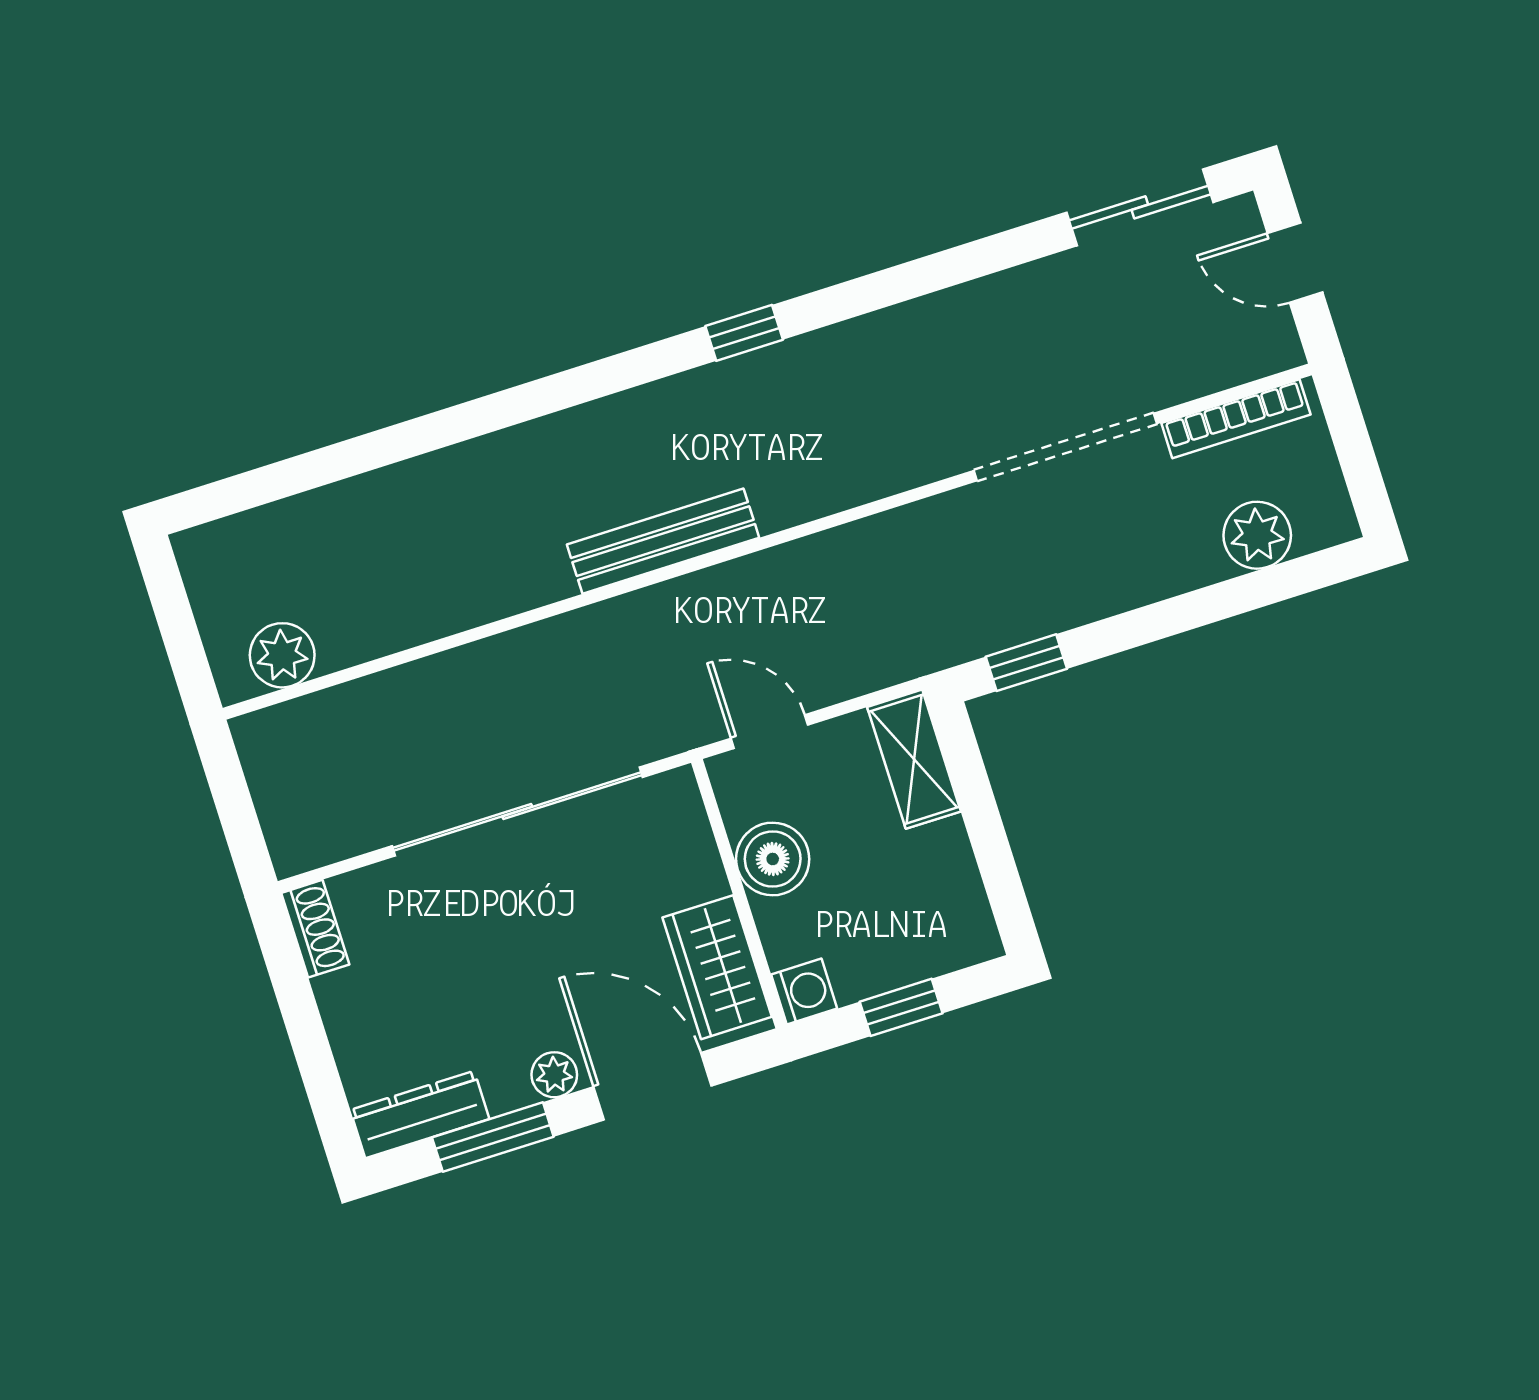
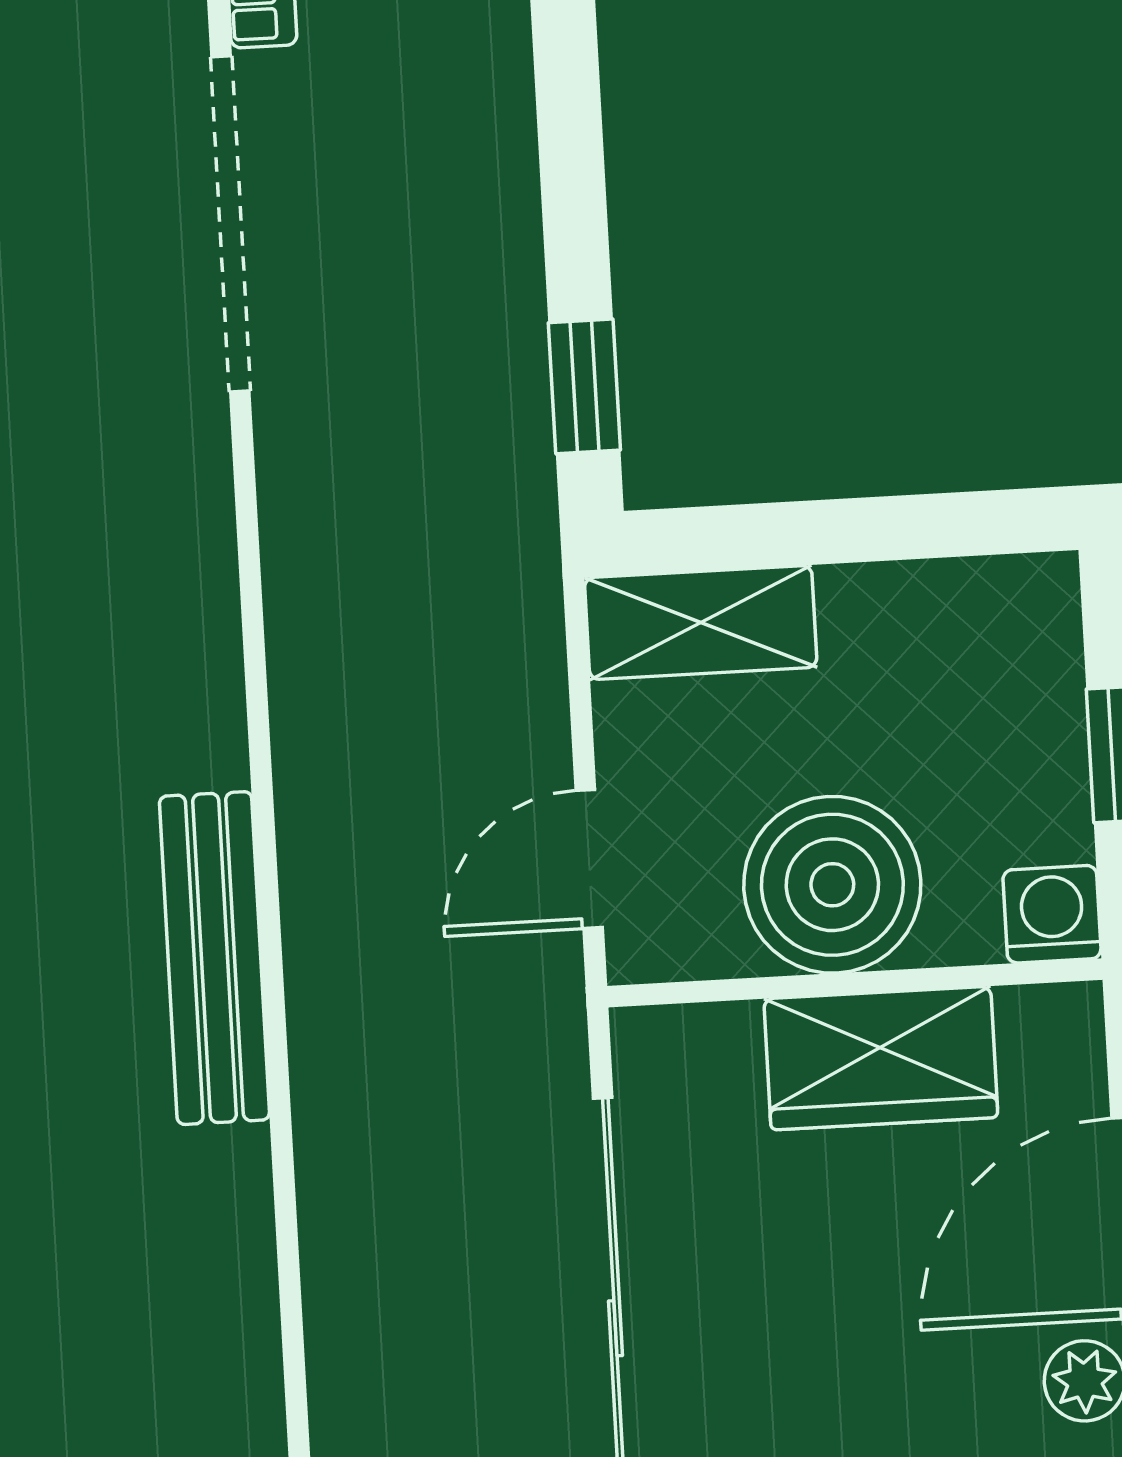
boiler: (773, 859) -> (832, 885), width x1.37, depth x1.37
wardrobe: (717, 967) -> (881, 1058), moved

